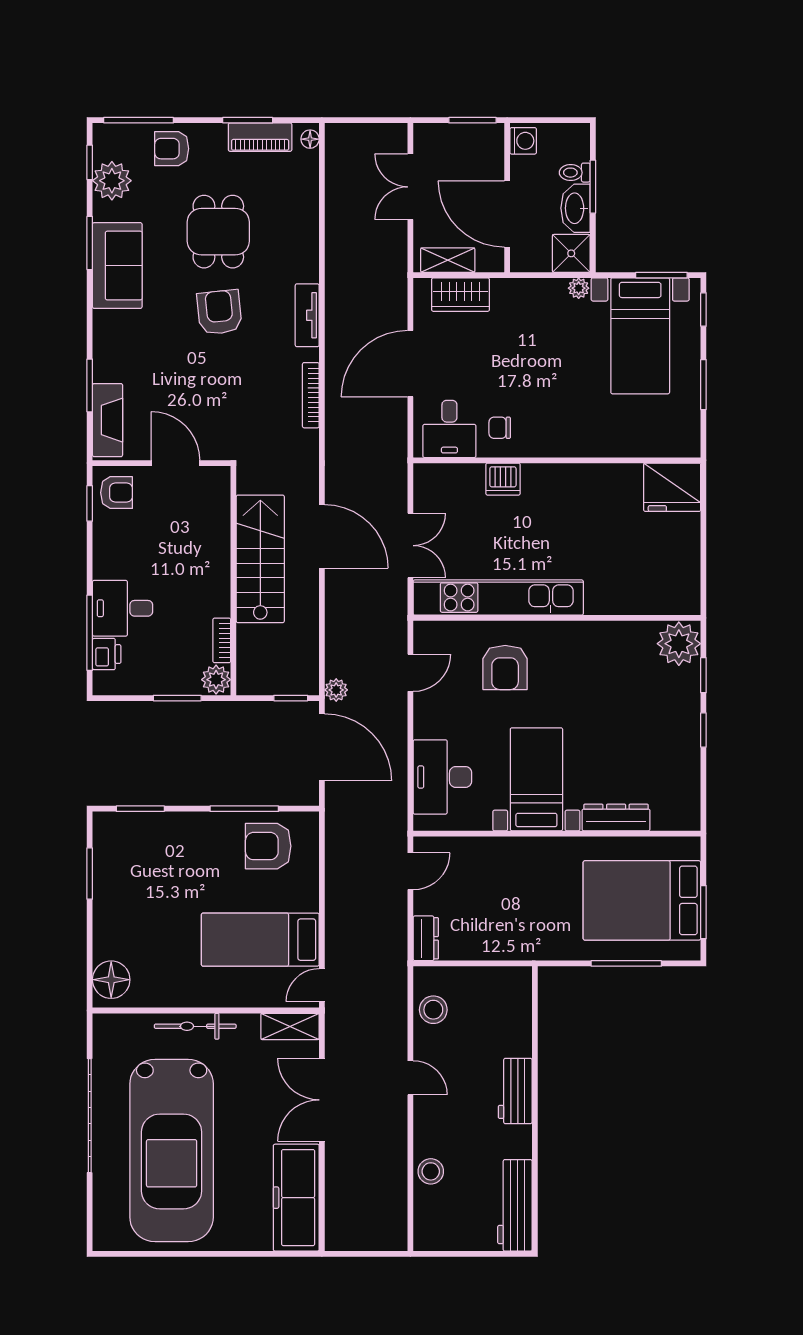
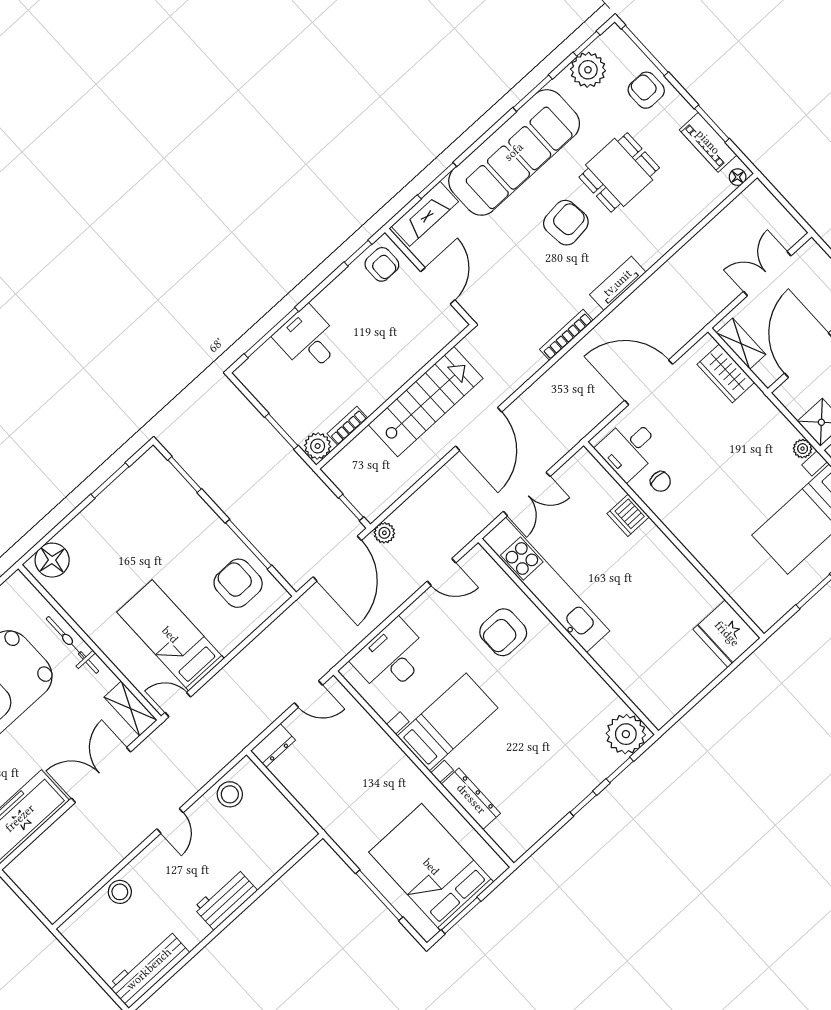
sofa: (117, 266) -> (514, 152), width x1.85, depth x1.27
chair: (500, 428) -> (661, 481), turned 180
printer: (107, 654) -> (268, 357), removed

